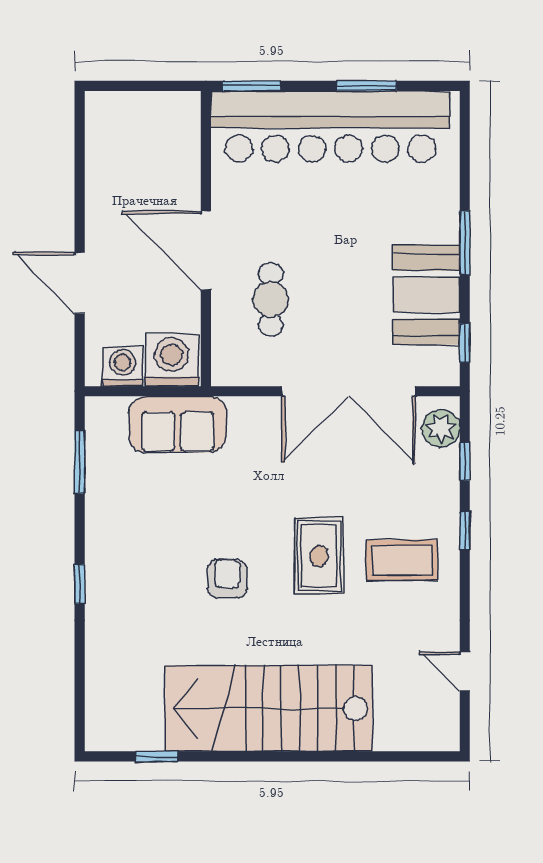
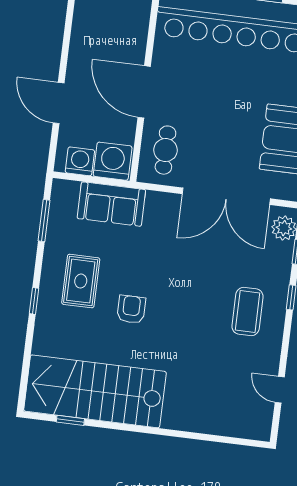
cafe table: (271, 299) -> (165, 150), moved
rug: (319, 556) -> (81, 281), moved
coffee table: (402, 560) -> (248, 312), turned 90
stairs: (269, 708) -> (95, 391), moved

